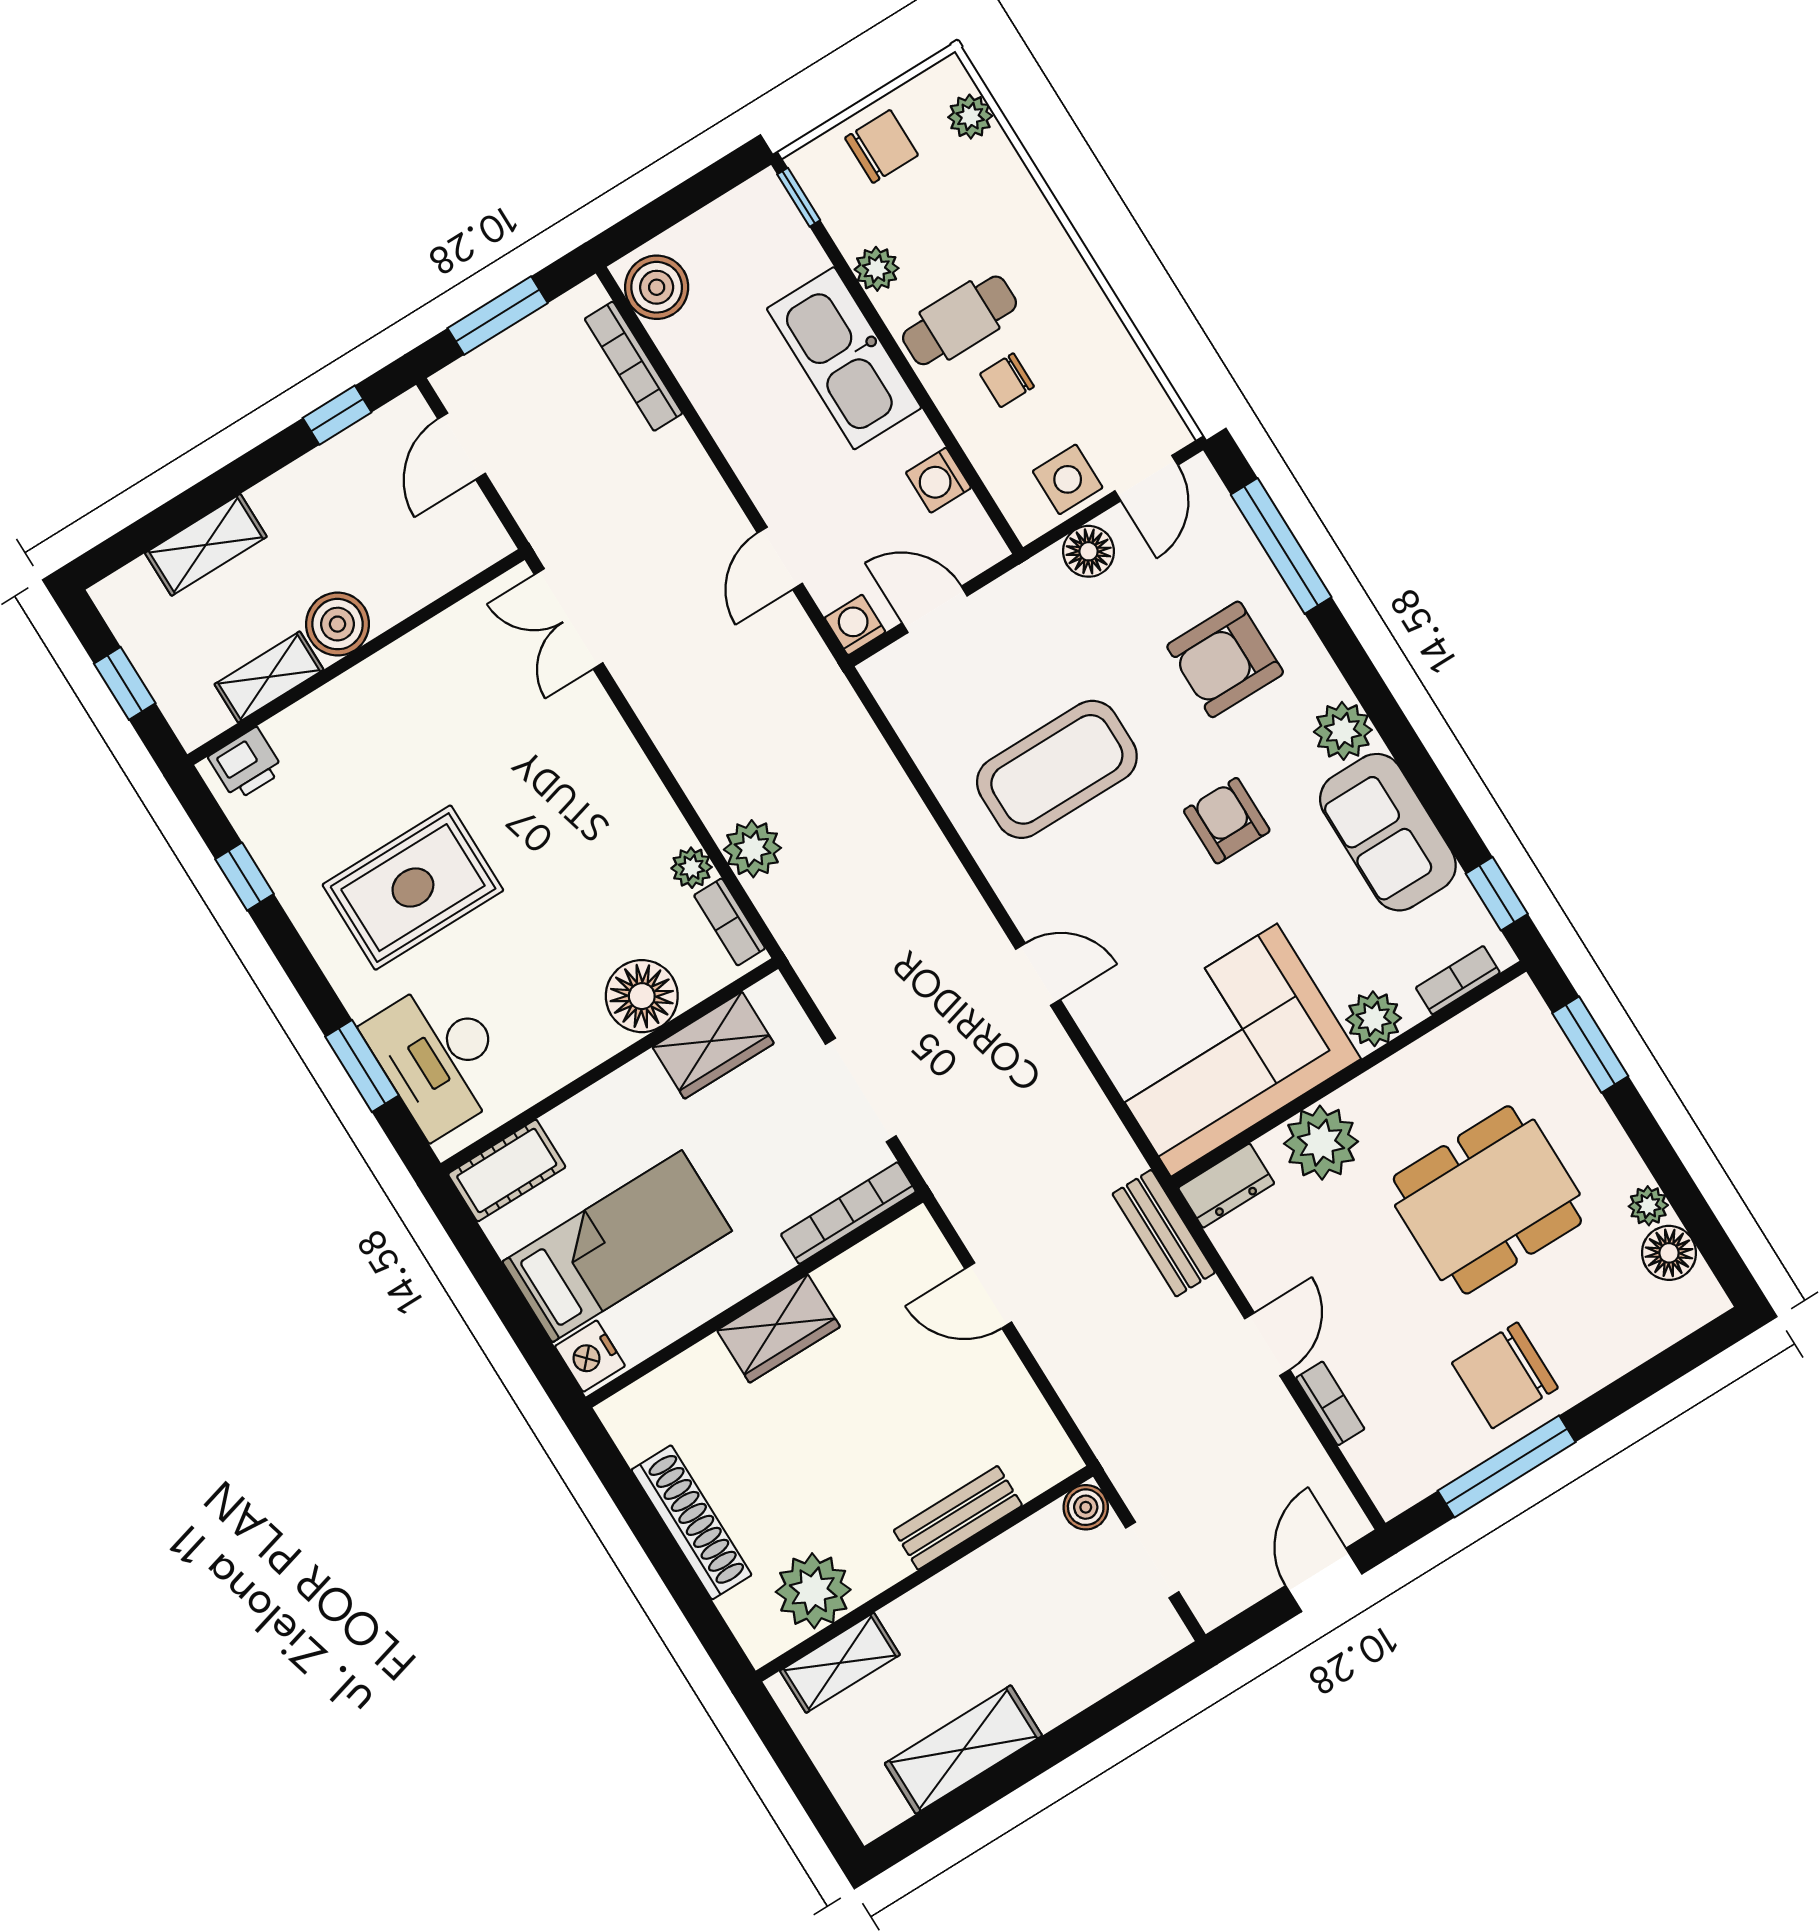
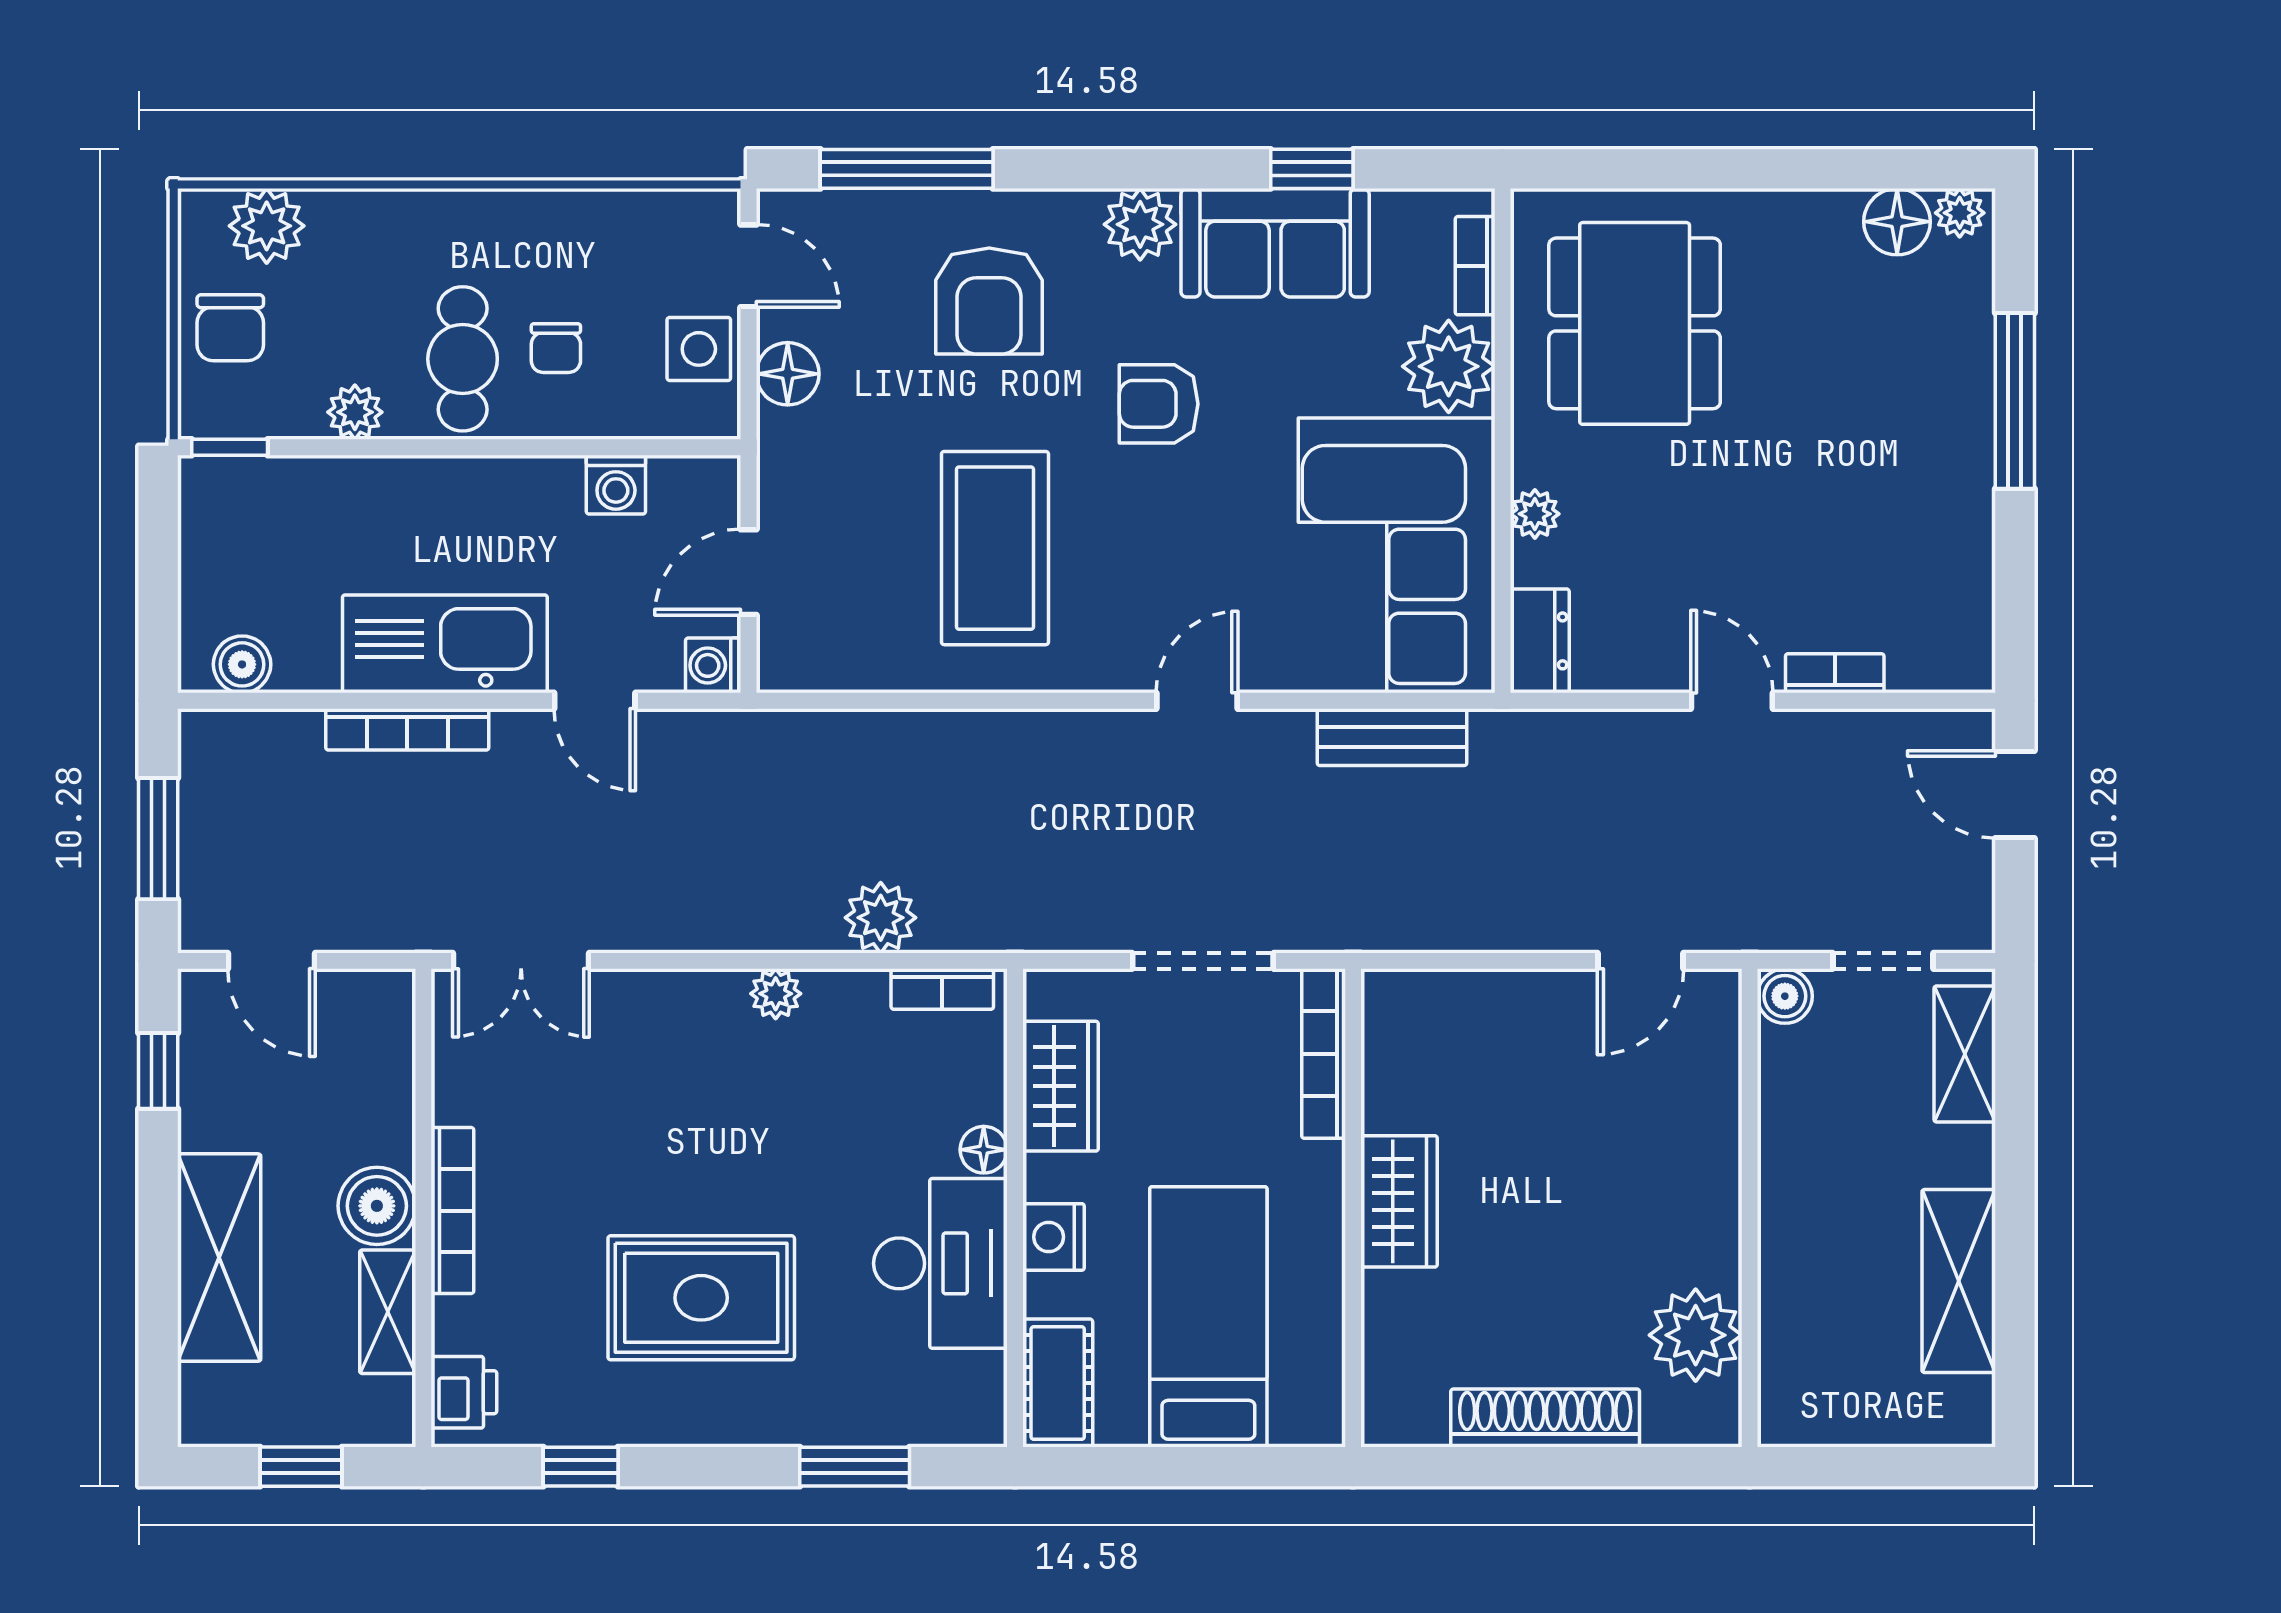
plant: (970, 117) -> (267, 226), width x1.38, depth x1.38
chair: (881, 146) -> (230, 328), turned 180
boiler: (657, 287) -> (242, 664), width x0.73, depth x0.73
kitchen sink: (844, 358) -> (445, 644), moved, turned 180
bookcase: (633, 366) -> (407, 729), moved
shelving: (206, 545) -> (219, 1258), width x1.50, depth x1.33
bookcase: (367, 678) -> (452, 1211), added
plant: (692, 868) -> (776, 994), moved
rug: (413, 888) -> (701, 1298), turned 90
window: (1497, 894) -> (1312, 169), moved
floor lamp: (642, 996) -> (984, 1150), width x0.53, depth x0.53
plant: (1374, 1019) -> (1449, 366), width x1.36, depth x1.36
window: (1590, 1045) -> (1628, 169), removed
desk: (439, 1057) -> (940, 1263), moved, turned -90
plant: (1321, 1143) -> (1535, 514), width x0.53, depth x0.53
dining table: (1487, 1200) -> (1635, 323), moved
plant: (1648, 1206) -> (1960, 213), moved
bench: (1164, 1233) -> (1392, 737), moved
door: (988, 1296) -> (1641, 961), moved
nightstand: (590, 1356) -> (1054, 1237), moved, turned 90
chair: (1505, 1375) -> (1919, 473), removed
window: (1507, 1466) -> (2015, 401), moved
bench: (958, 1518) -> (1713, 1137), removed
shelving: (840, 1663) -> (1965, 1054), moved

